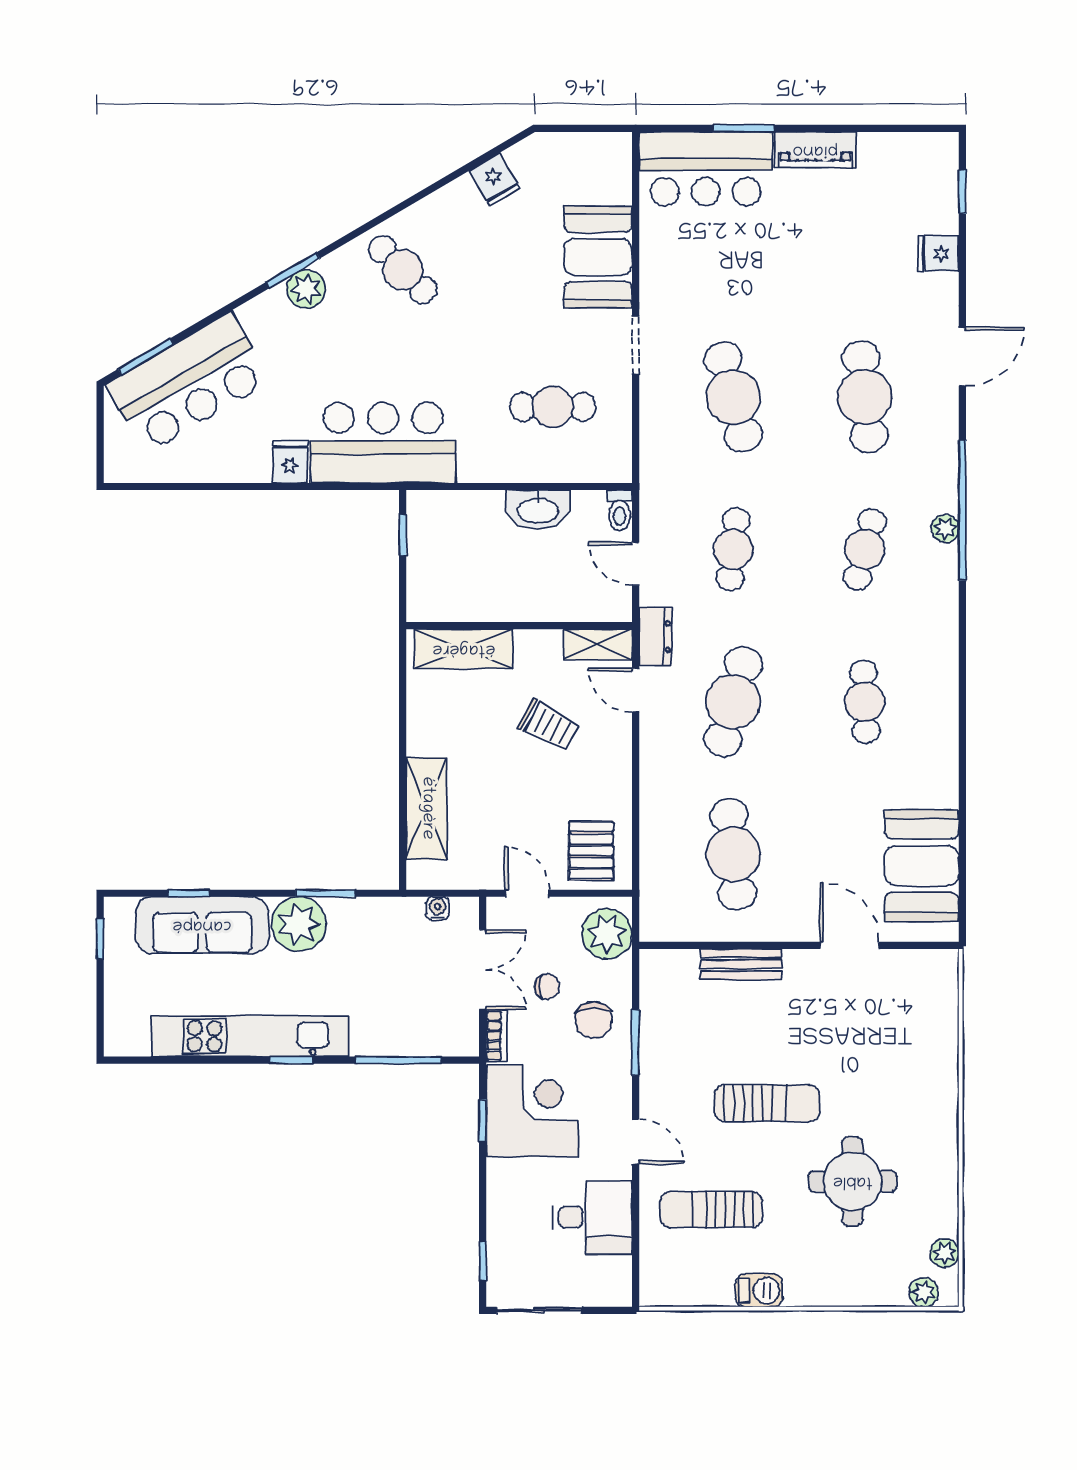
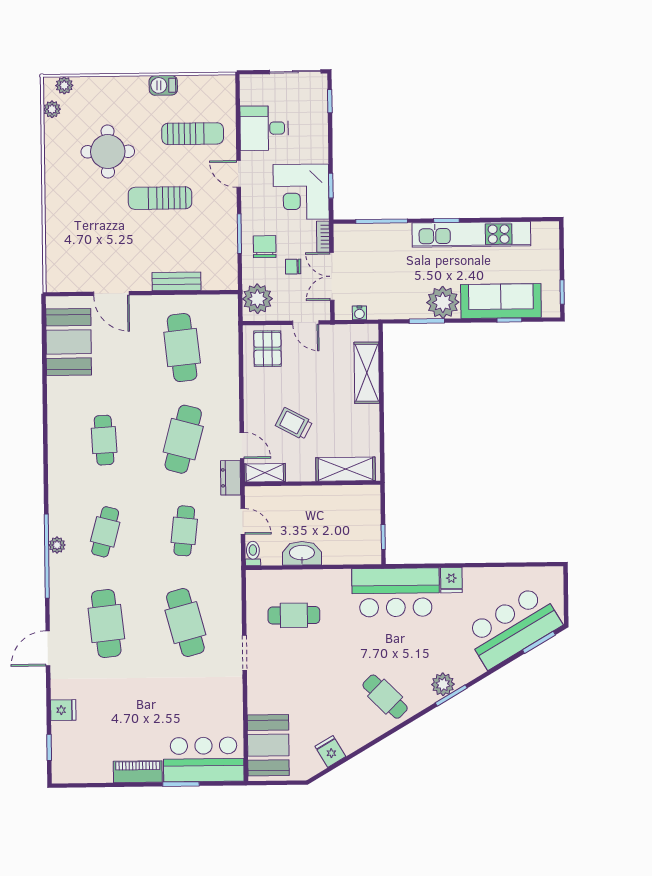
booth: (598, 257) -> (268, 745), moved

